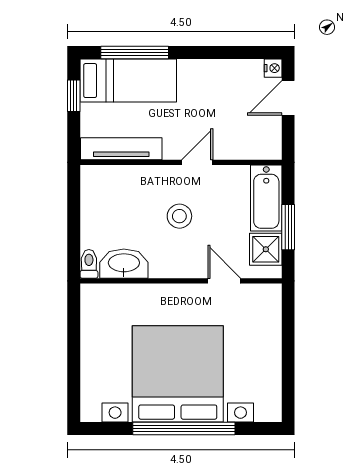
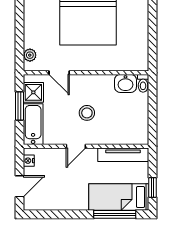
nightstand: (273, 68) -> (29, 161), moved
washbasin: (124, 264) -> (125, 83), width x0.72
plant: (272, 309) -> (30, 55), added

